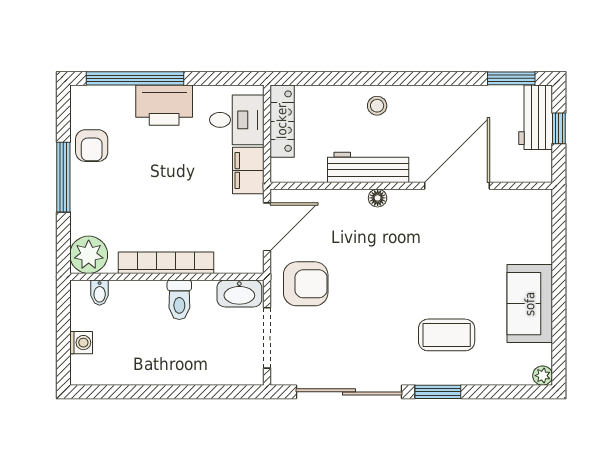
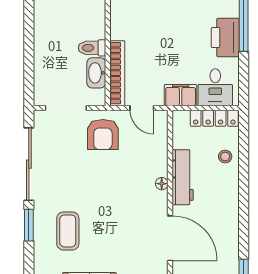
stool: (377, 106) -> (225, 156), moved
door: (267, 227) -> (142, 108), width x0.73
bookcase: (166, 263) -> (117, 73), moved
washbasin: (239, 293) -> (96, 73), moved

